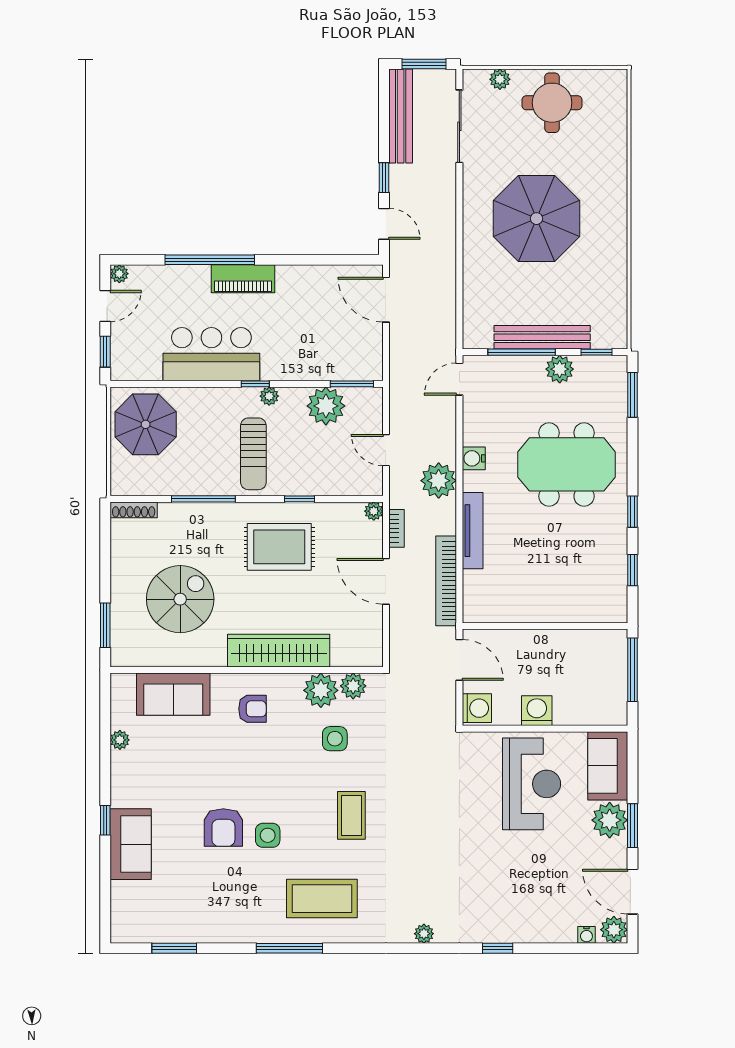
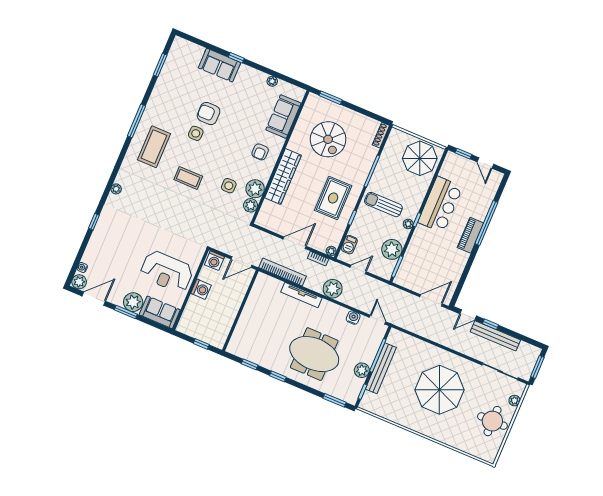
bench: (401, 116) -> (495, 336), moved
plant: (119, 274) -> (498, 176), removed
water cooler: (474, 458) -> (353, 318), moved
meeting table: (567, 464) -> (314, 354), turned 90
barbecue: (349, 484) -> (349, 245), added
window: (632, 670) -> (201, 344), width x0.46

